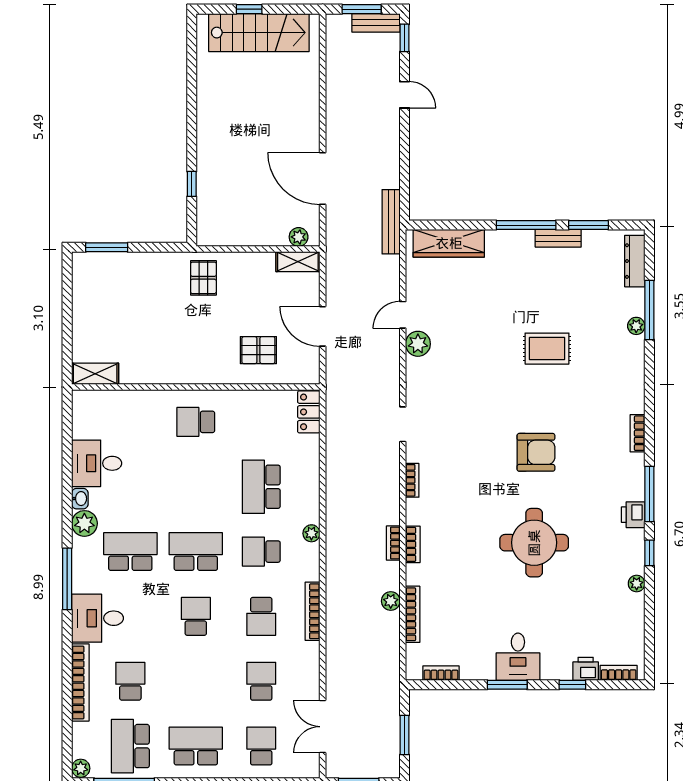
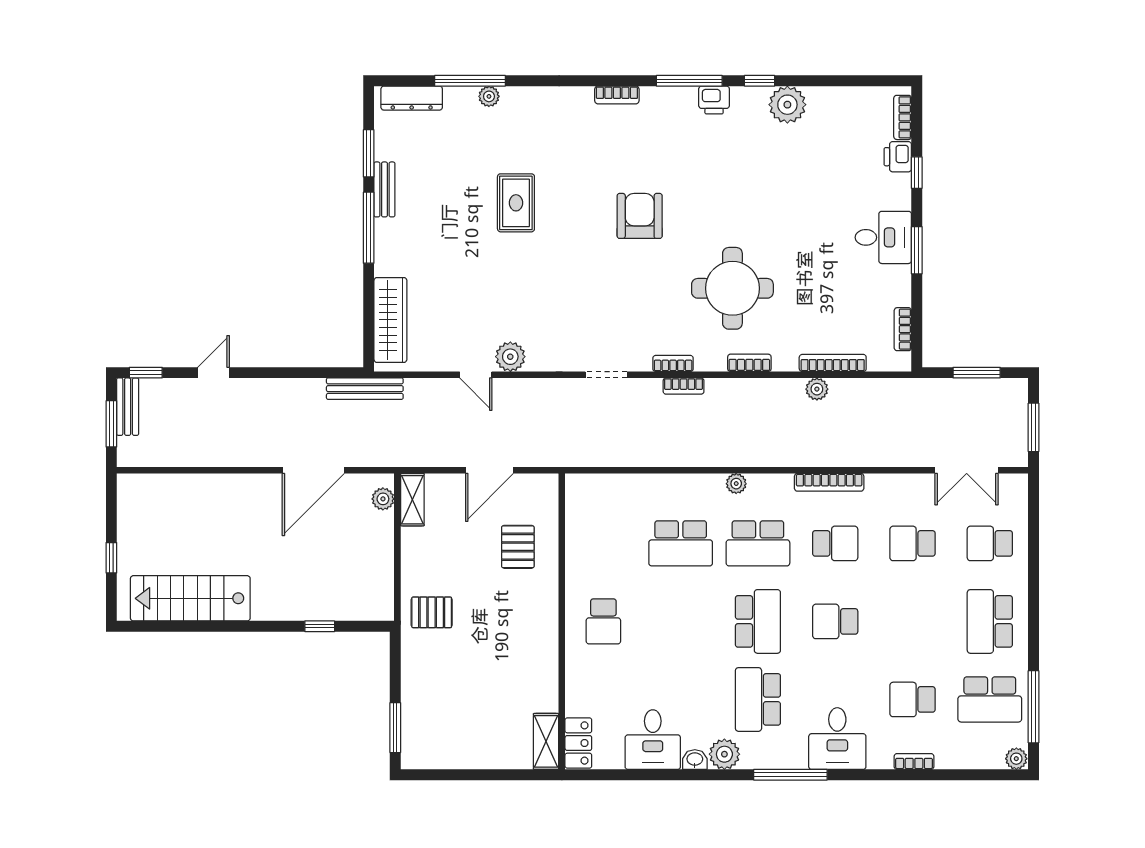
stairs: (259, 33) -> (190, 598), moved, turned -90
locker: (309, 412) -> (578, 743), moved, turned -90
bookcase: (393, 543) -> (684, 386), moved
round table: (534, 543) -> (732, 288), moved
school desk: (196, 552) -> (758, 621), turned 180
school desk: (261, 552) -> (758, 543), width x1.85
plant: (637, 584) -> (787, 105), width x1.88, depth x1.88
bookcase: (80, 682) -> (914, 762), width x0.43, depth x0.76

